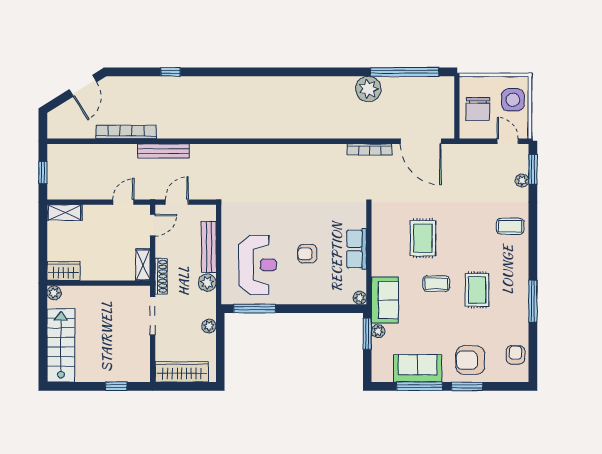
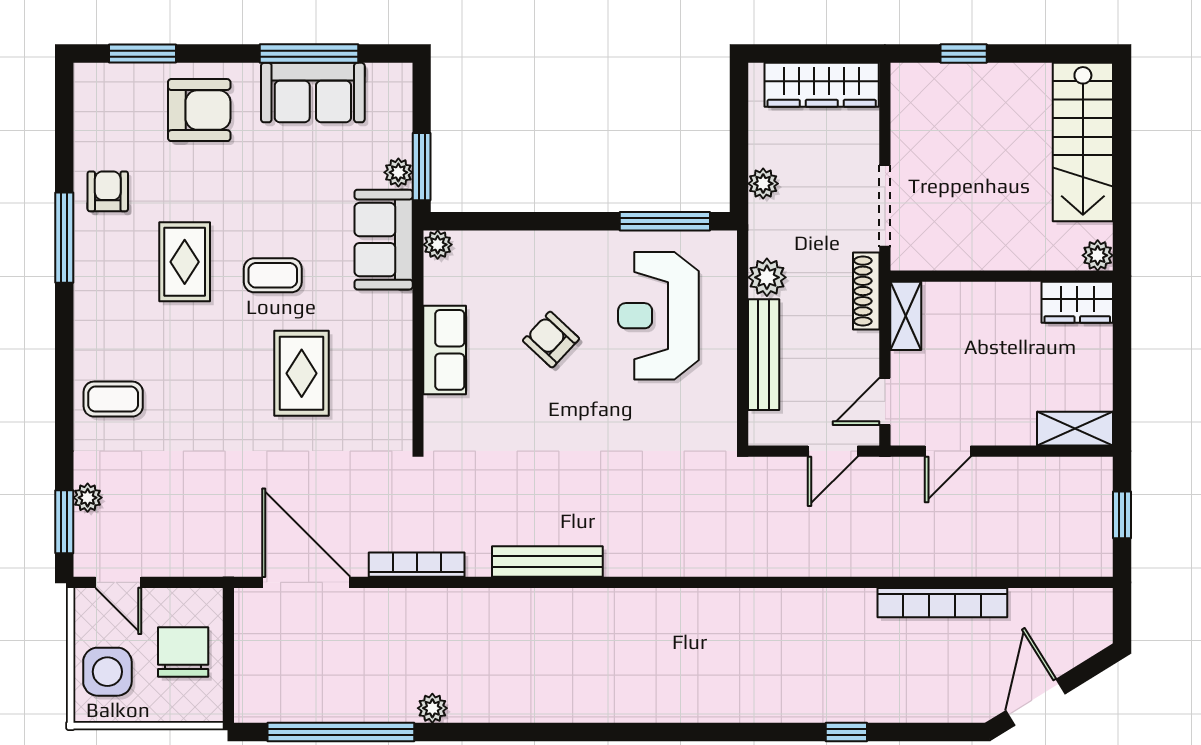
plant: (368, 89) -> (432, 708), width x0.53, depth x0.53
bench: (163, 151) -> (547, 561), moved
armchair: (307, 254) -> (551, 340), turned -137
armchair: (515, 355) -> (108, 191), moved, turned 180
window: (467, 386) -> (142, 54), moved

